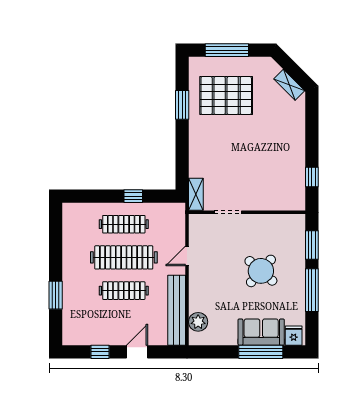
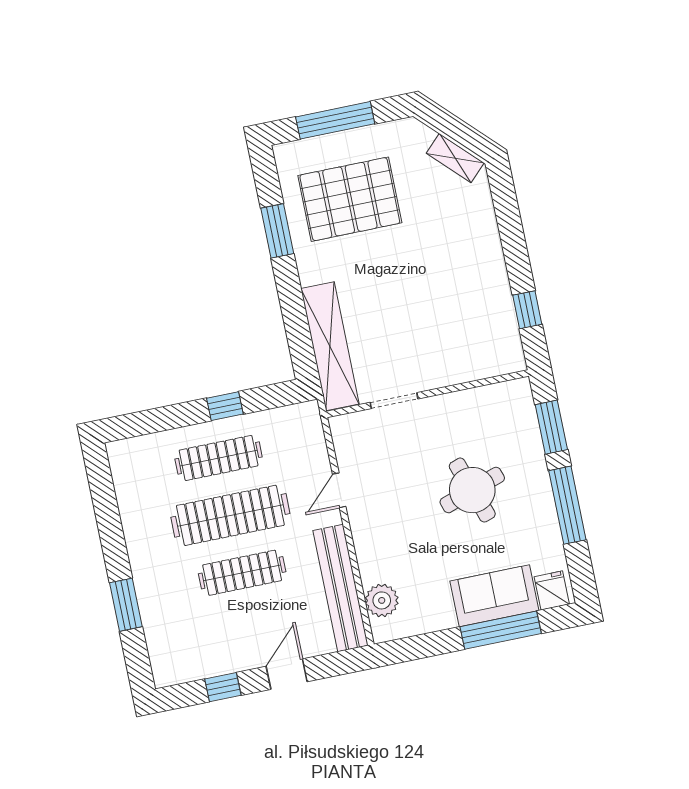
shelving: (196, 194) -> (330, 346), width x2.20, depth x1.33
round table: (261, 271) -> (472, 490), turned 30

